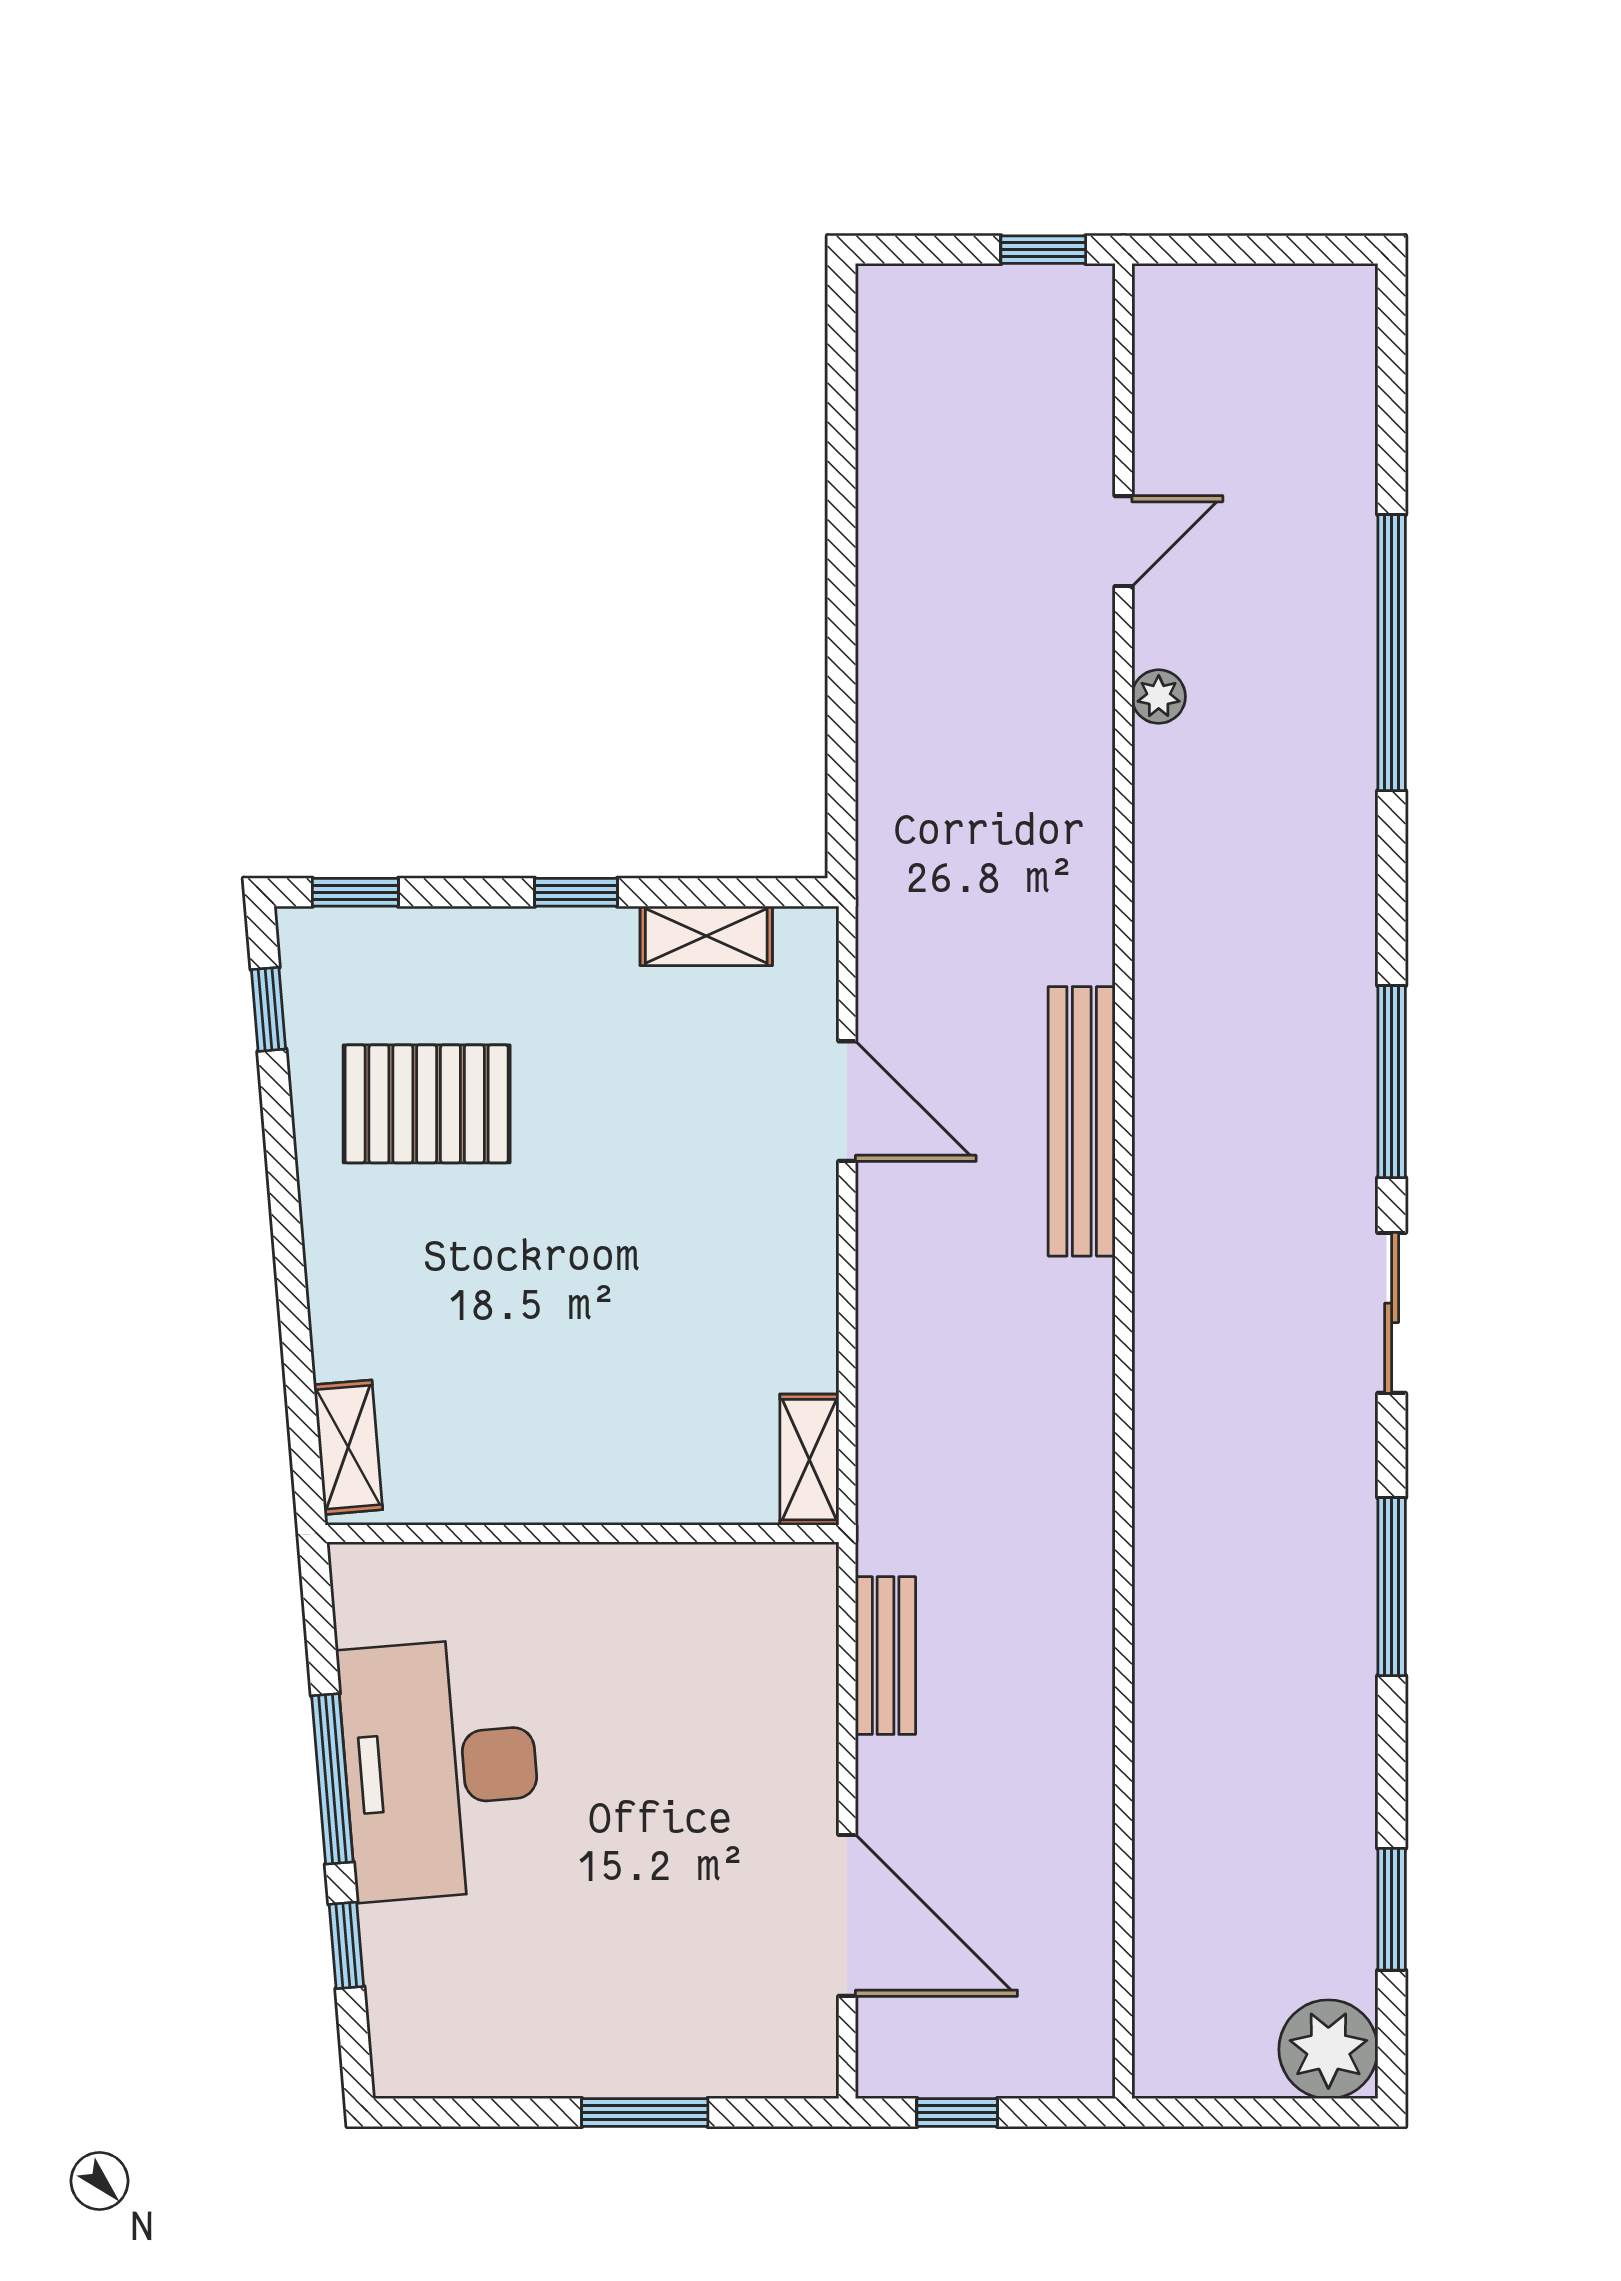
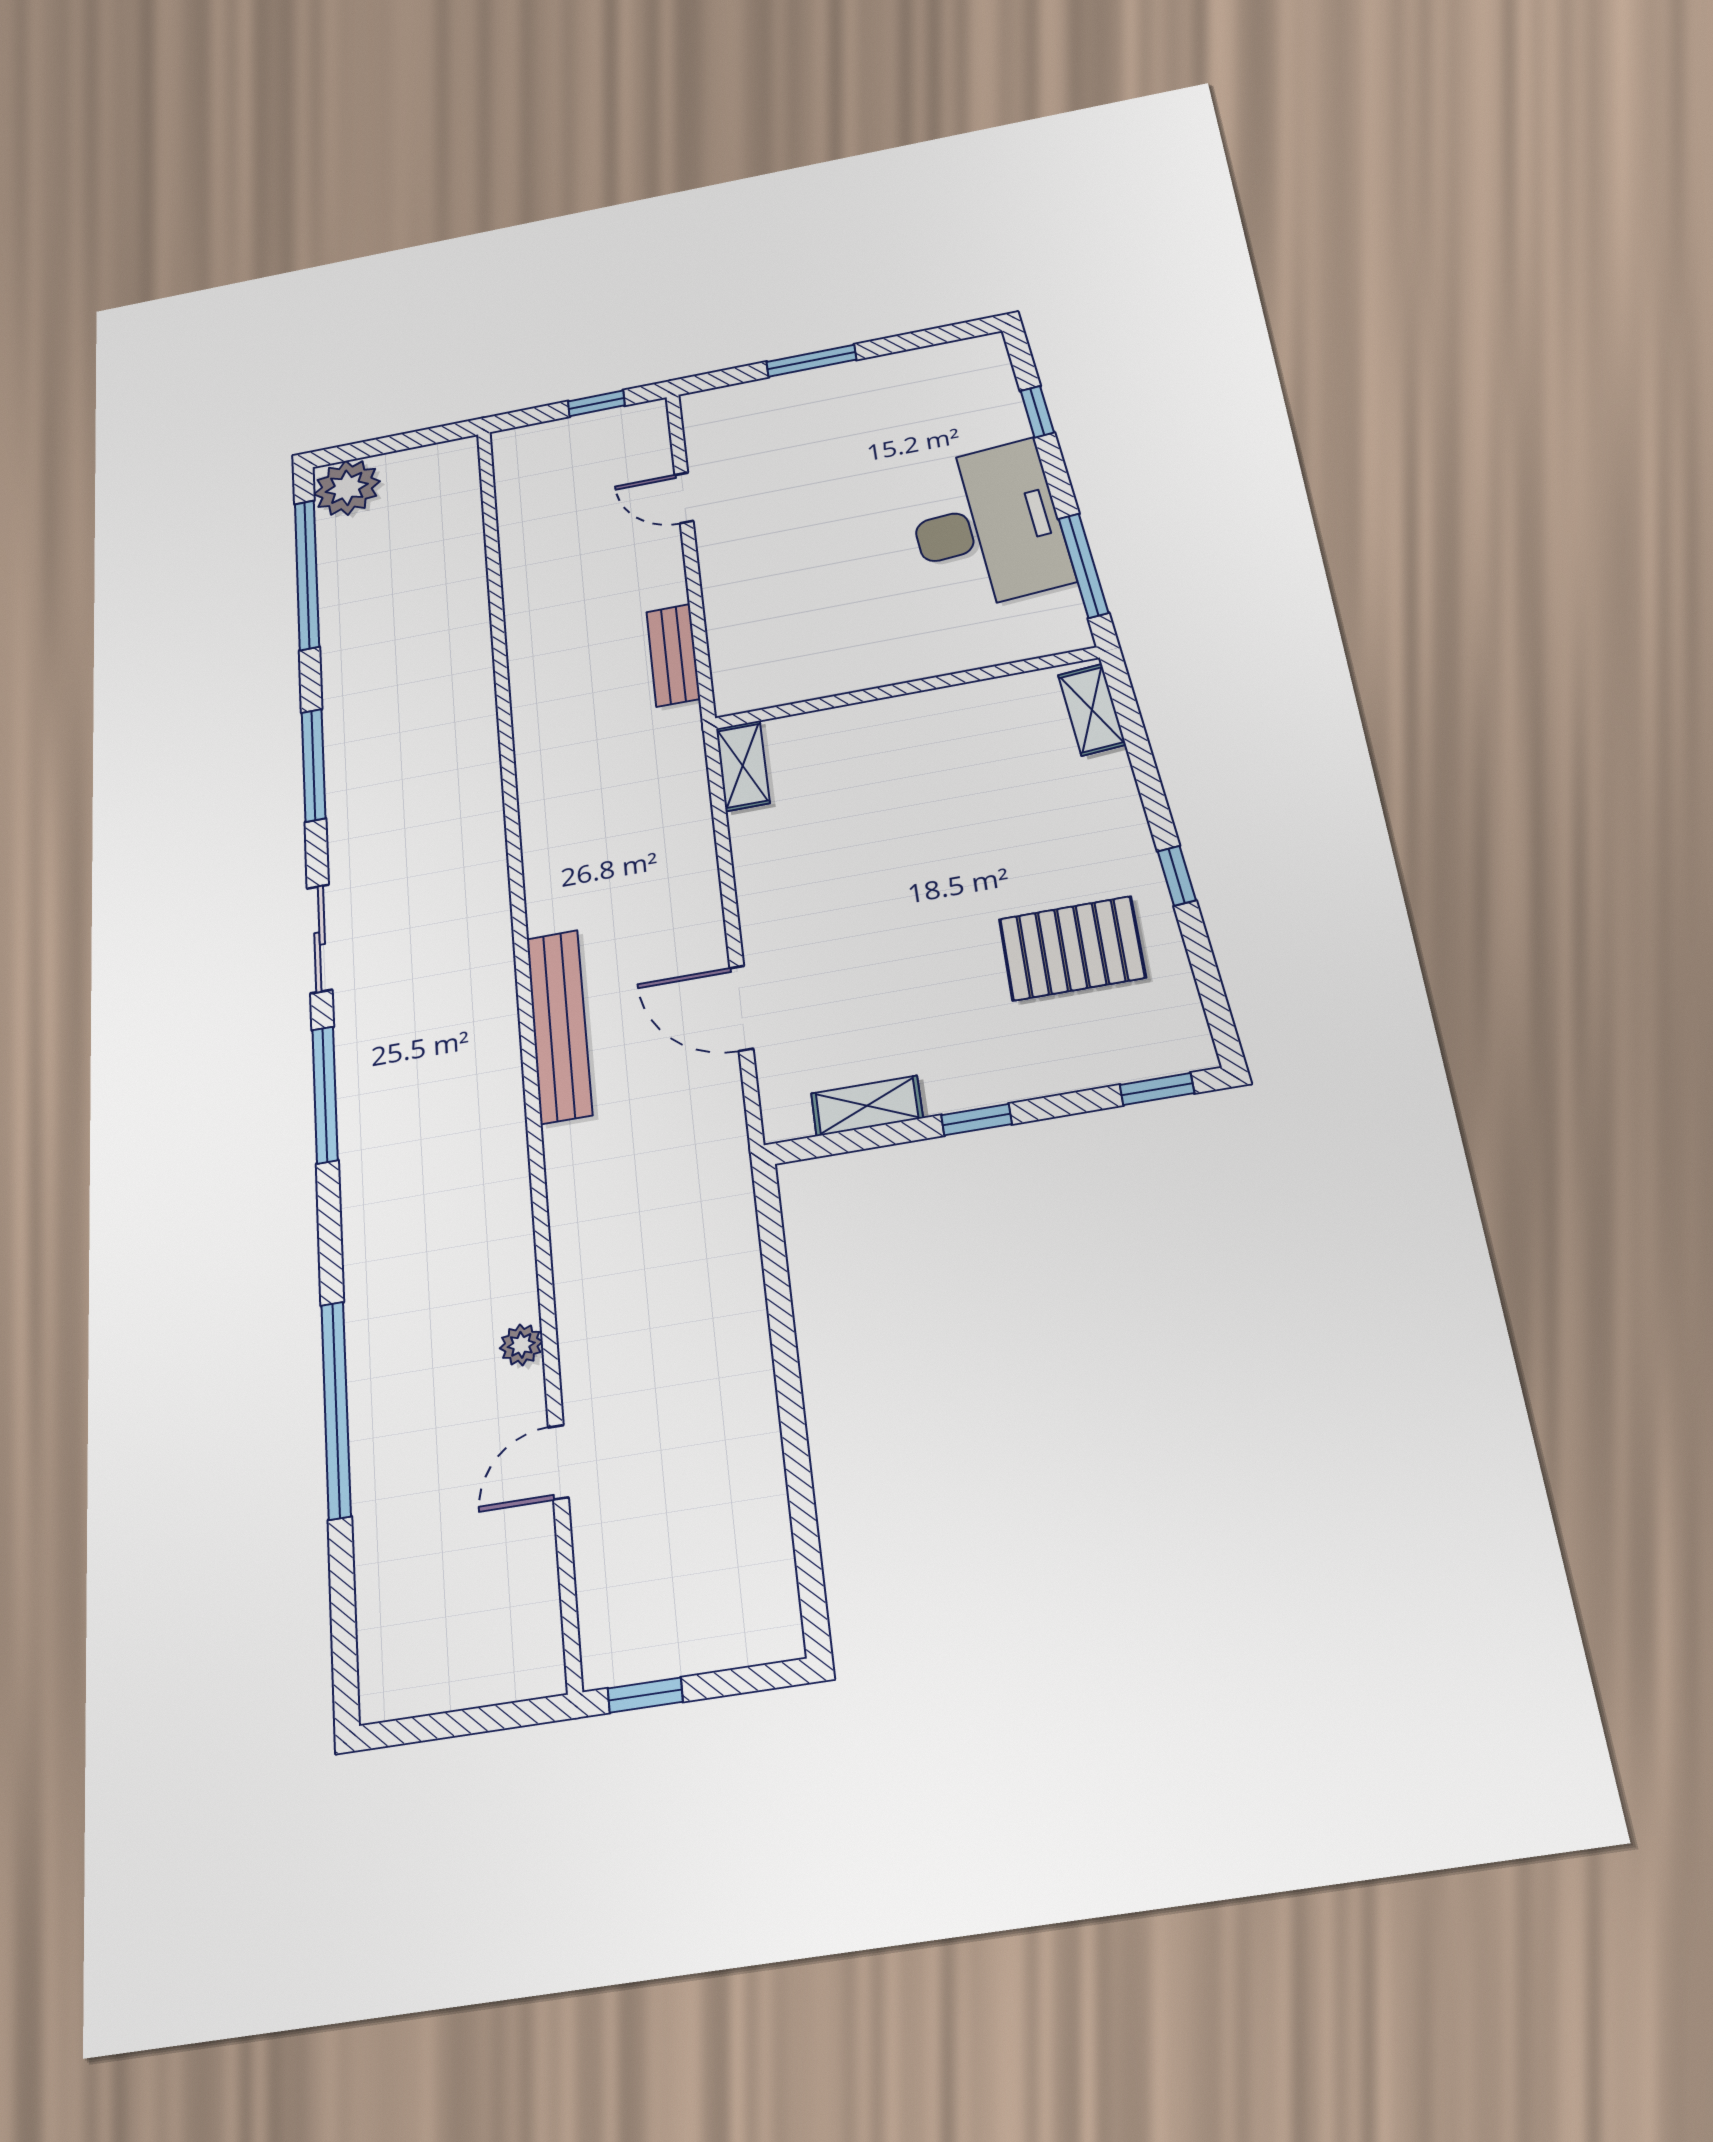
window: (268, 1009) -> (1177, 876), moved
window: (332, 1779) -> (1083, 565), moved
window: (1392, 1909) -> (307, 575), width x2.11
door: (847, 1915) -> (684, 498), width x0.53

